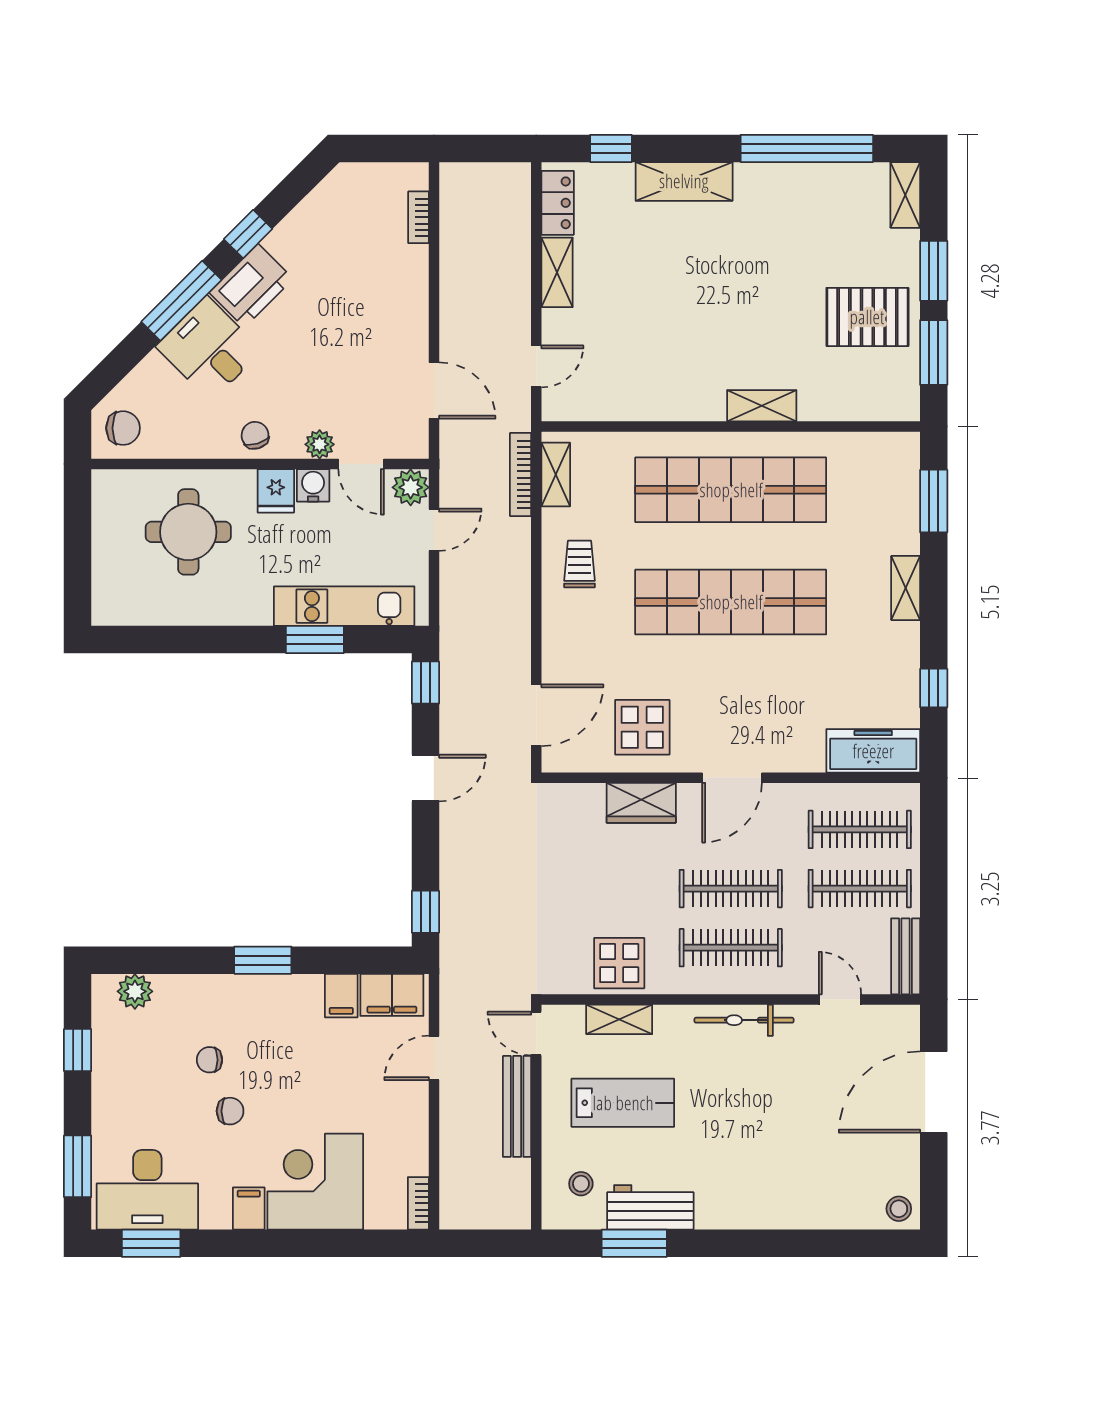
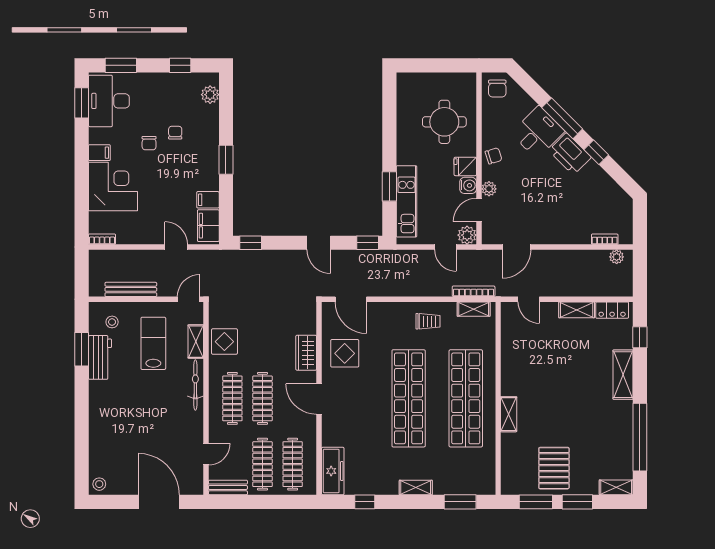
plant: (453, 194) -> (617, 257), added
bicycle: (744, 1020) -> (195, 385), moved
lab bench: (623, 1103) -> (153, 343), turned 180
bench: (517, 1106) -> (131, 289), moved

